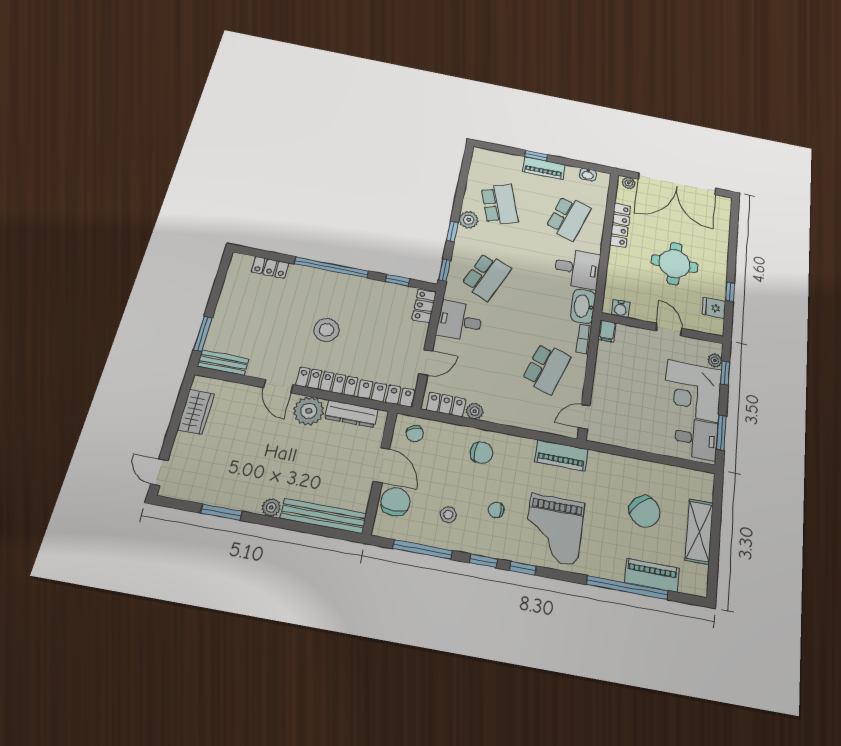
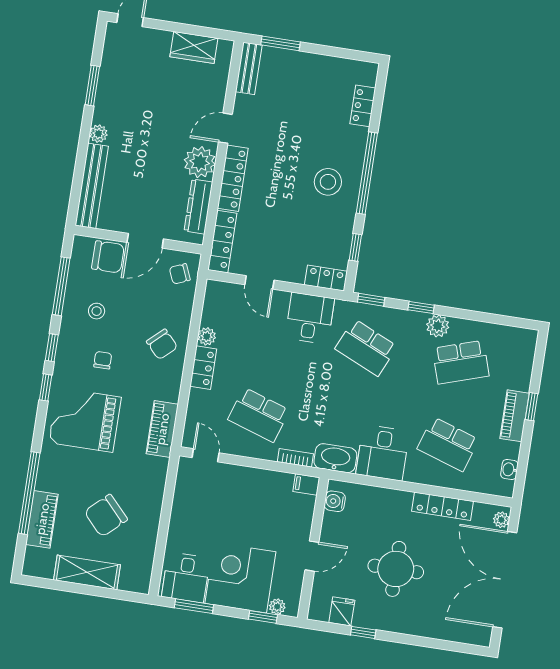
stool: (327, 330) -> (328, 182), moved
locker: (446, 404) -> (203, 368), moved
chair: (482, 453) -> (162, 344), turned -43

